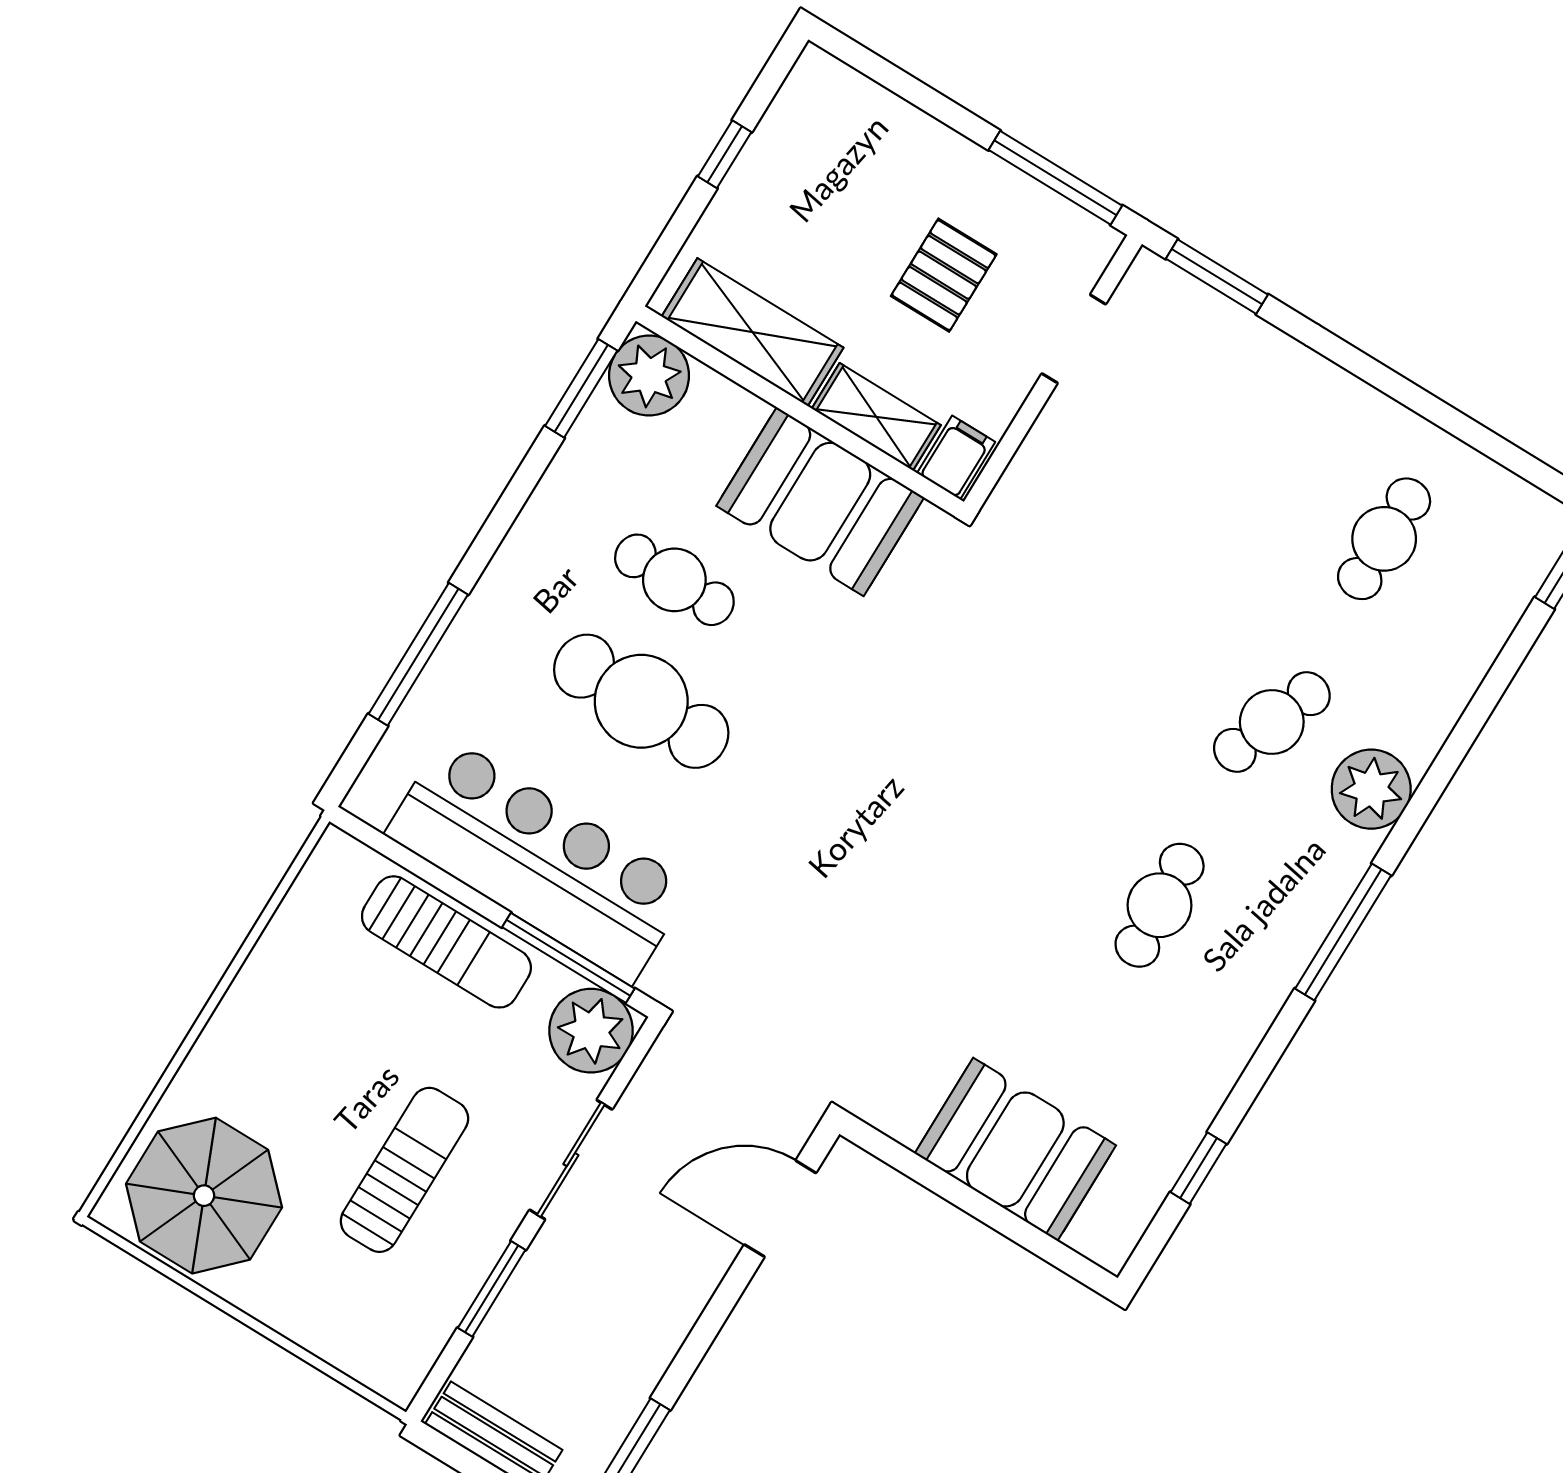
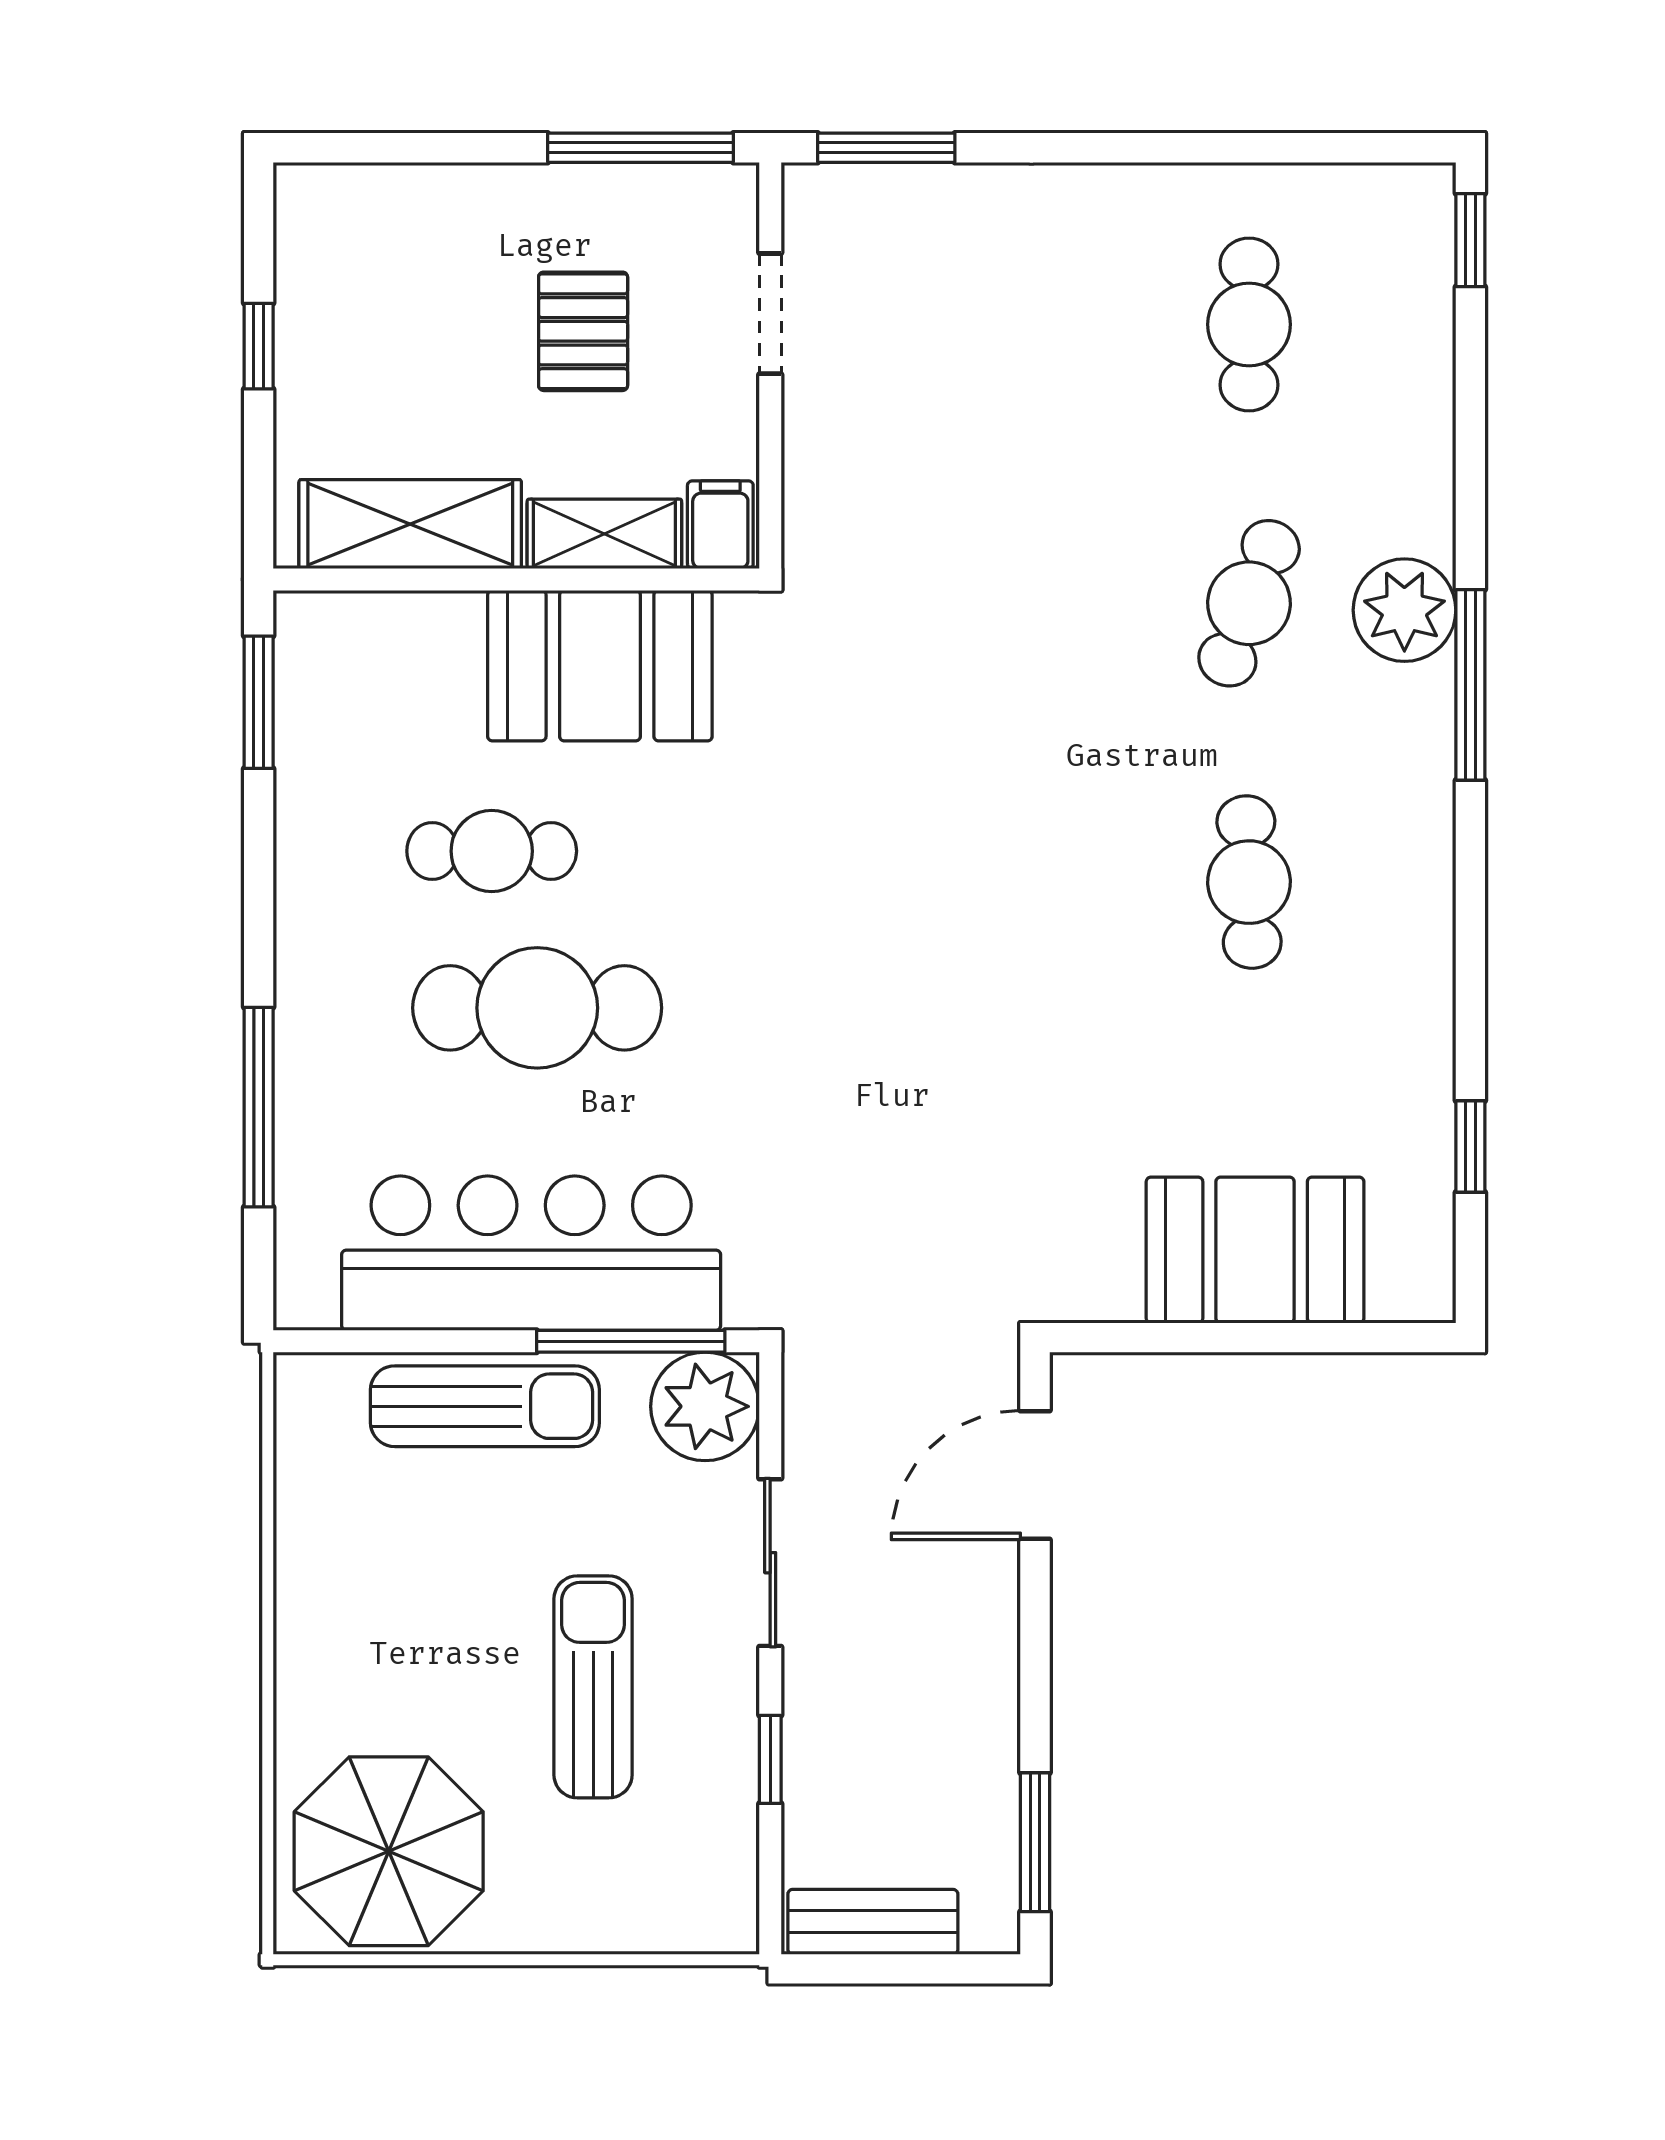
plant: (649, 376) -> (325, 642), removed
window: (1343, 932) -> (1470, 685), moved
window: (492, 1289) -> (770, 1759), width x0.67

